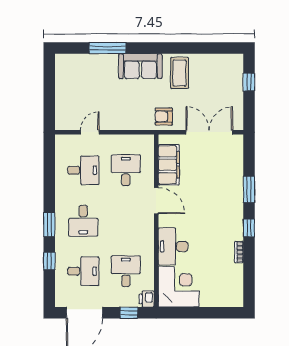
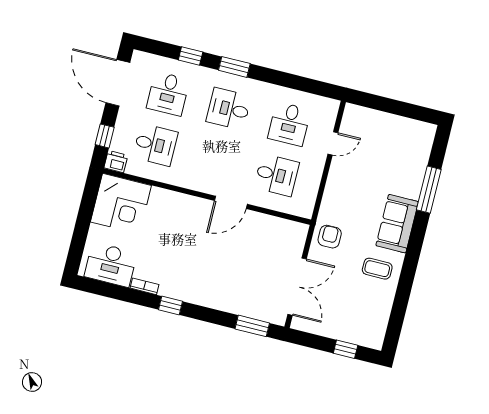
coffee table: (180, 73) -> (377, 269), width x0.73, depth x0.77
door: (90, 132) -> (333, 143), hinge flipped
filing cabinet: (169, 165) -> (270, 228), removed
window: (249, 189) -> (252, 326), moved
desk: (173, 246) -> (111, 265), moved, turned 180

